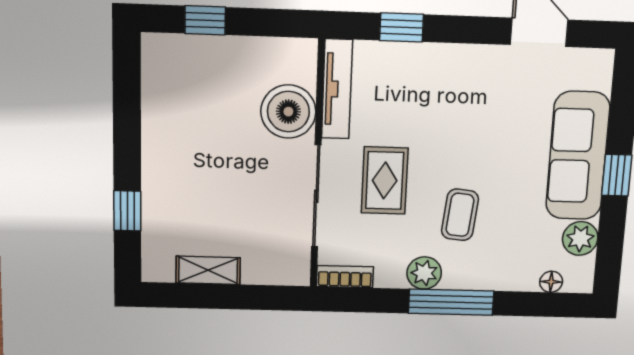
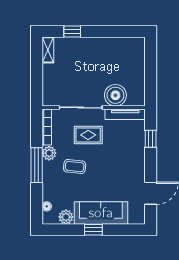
window: (205, 20) -> (151, 62), removed
shelving: (208, 270) -> (48, 50), moved
bookcase: (345, 277) -> (47, 127), width x1.56

